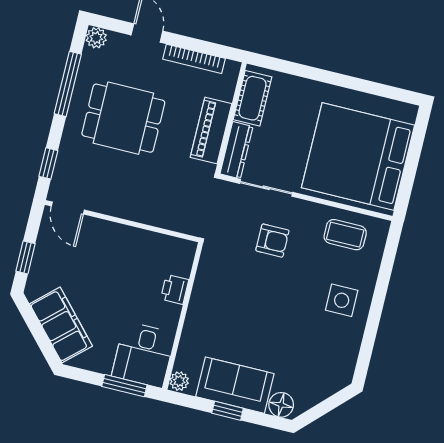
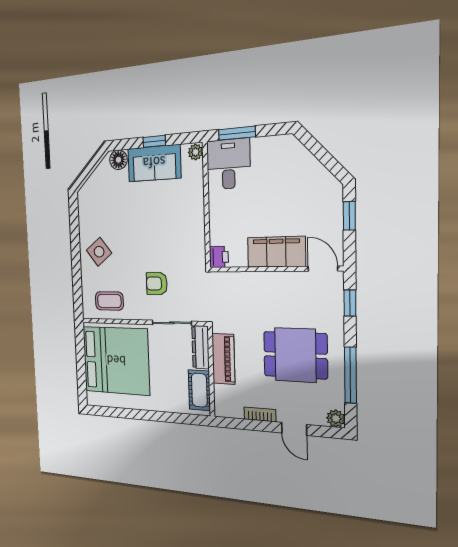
bookcase: (194, 59) -> (260, 414), width x0.64
printer: (175, 289) -> (219, 257), moved
side table: (342, 300) -> (99, 252), turned -38
filing cabinet: (61, 325) -> (276, 252), moved, turned 132

